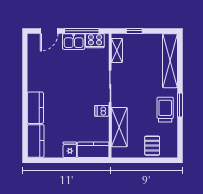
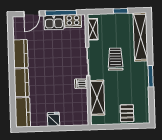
window: (134, 31) -> (120, 11), moved
trolley: (165, 110) -> (115, 59), moved
kitchen counter: (93, 150) -> (21, 54), moved, turned 90

